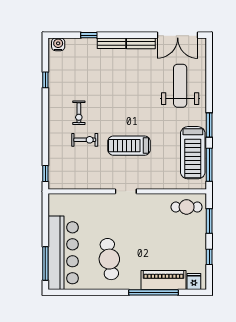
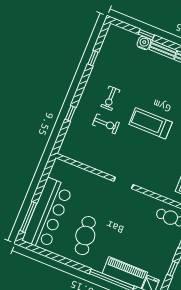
water cooler: (58, 44) -> (144, 43), moved
treadmill: (129, 146) -> (151, 123), moved
window: (45, 174) -> (71, 113), moved

